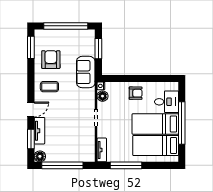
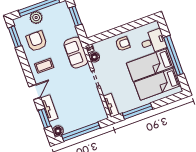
plant: (59, 36) -> (36, 18), added
sofa: (86, 72) -> (76, 53), moved

